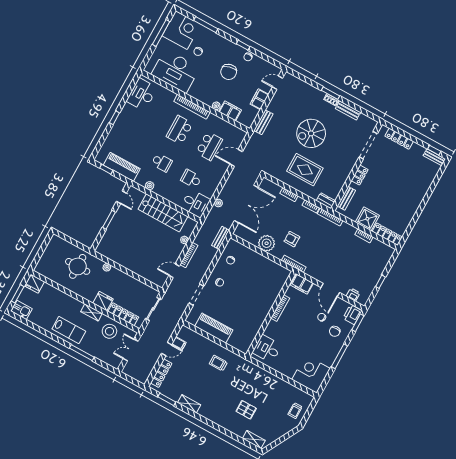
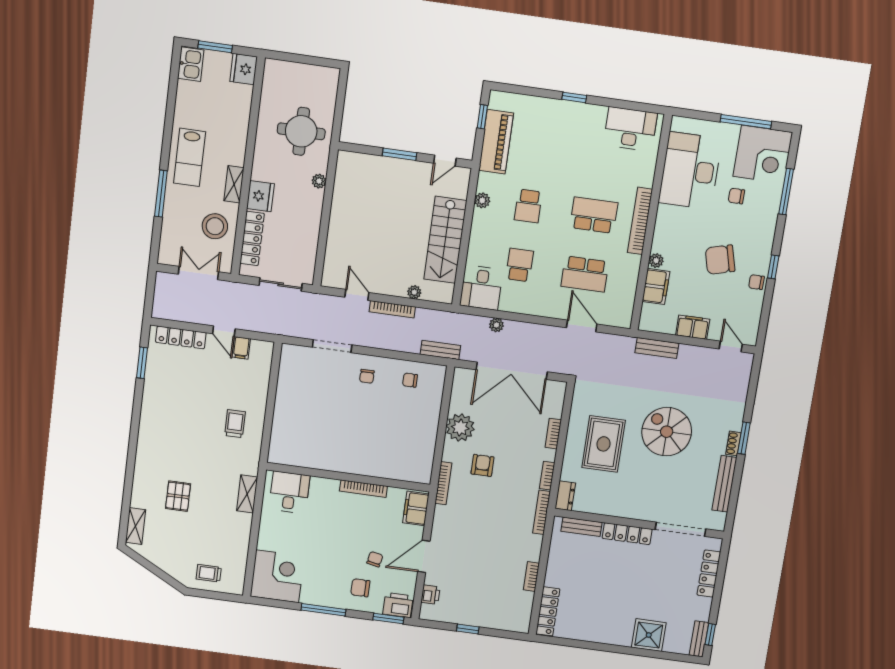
bench: (348, 110) -> (724, 484), width x1.36
locker: (360, 175) -> (627, 534), width x1.53
shower: (367, 219) -> (649, 635), moved
piano: (214, 328) -> (289, 395), removed
shelving: (189, 404) -> (247, 494), moved

